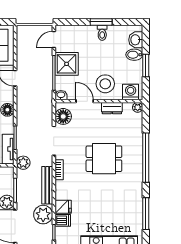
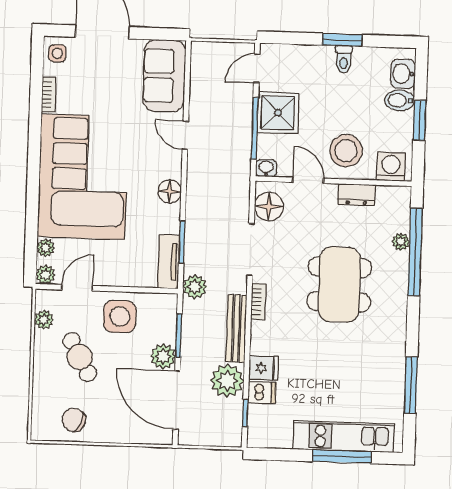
plant: (138, 107) -> (401, 242), moved
window: (146, 158) -> (415, 252), moved
dining table: (104, 159) -> (339, 284), width x1.38

